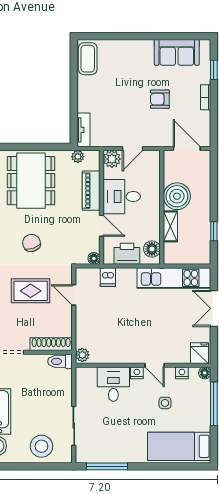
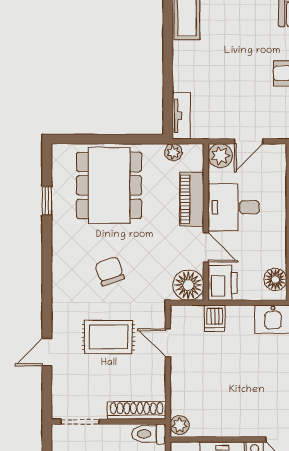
printer: (127, 254) -> (223, 283), moved, turned 90
floor lamp: (94, 258) -> (188, 285), width x1.89, depth x1.89

